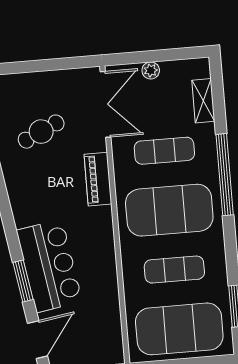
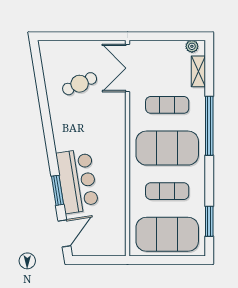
plant: (151, 70) -> (192, 46), moved
double door: (105, 104) -> (128, 68), swing flipped
piano: (98, 179) -> (118, 121), removed

